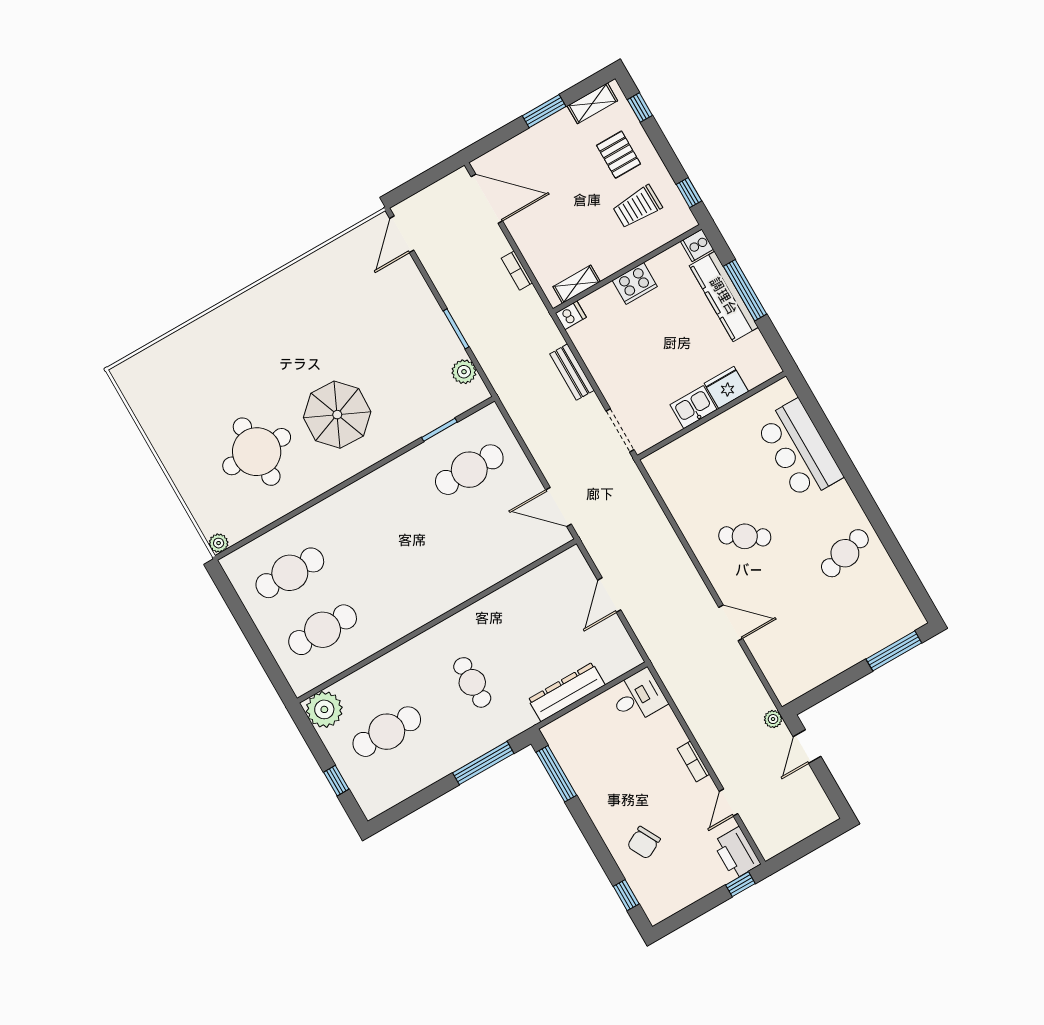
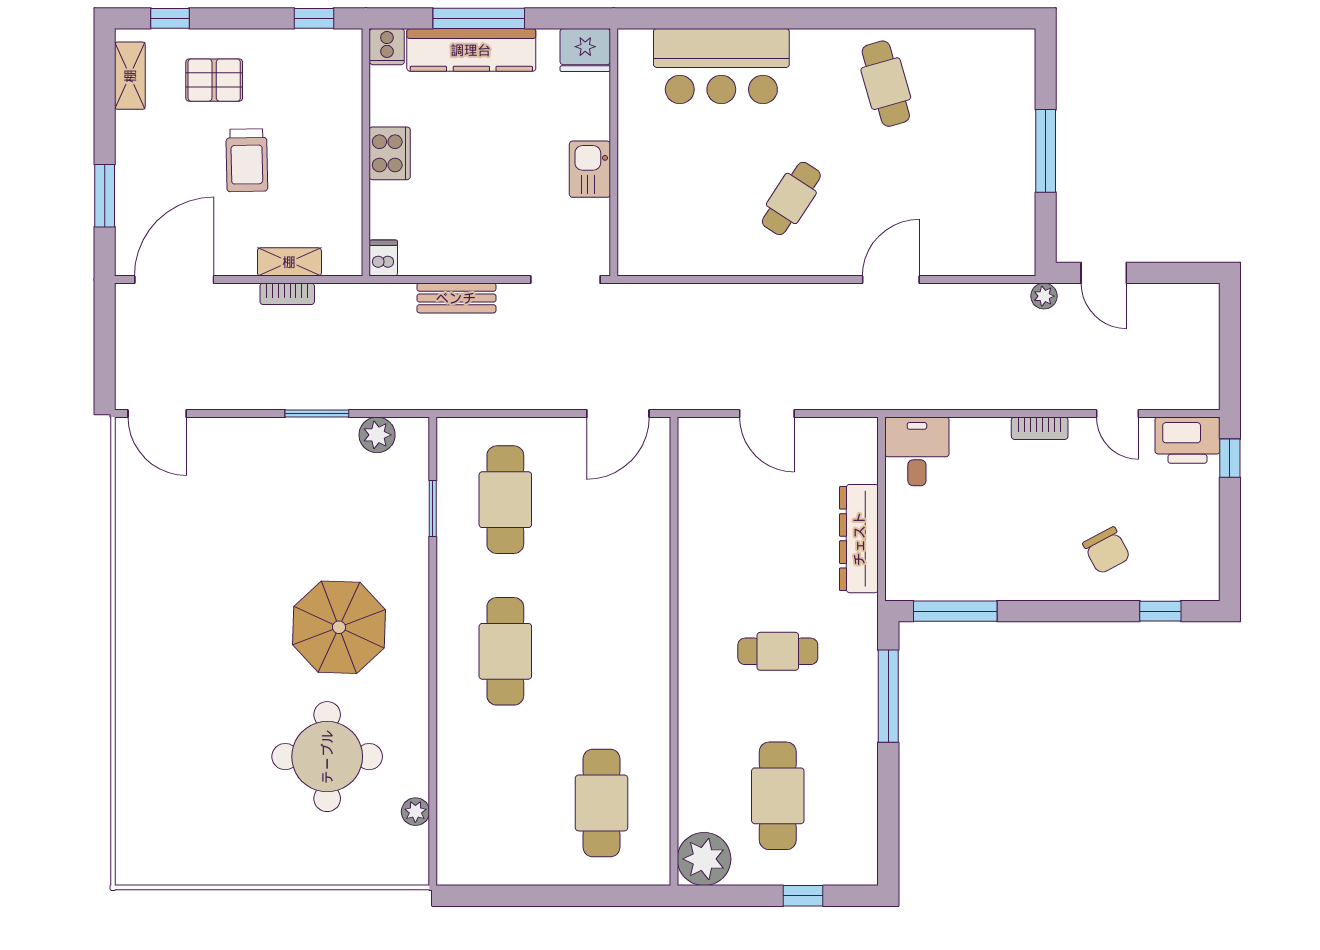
window: (544, 111) -> (105, 196), moved
trolley: (637, 207) -> (247, 160), moved
shelving: (577, 284) -> (289, 262), moved, turned 90
fridge: (726, 387) -> (585, 50), moved, turned -90
plant: (219, 543) -> (415, 812), moved
cafe table: (290, 573) -> (505, 651), moved
window: (894, 651) -> (1046, 151), moved

